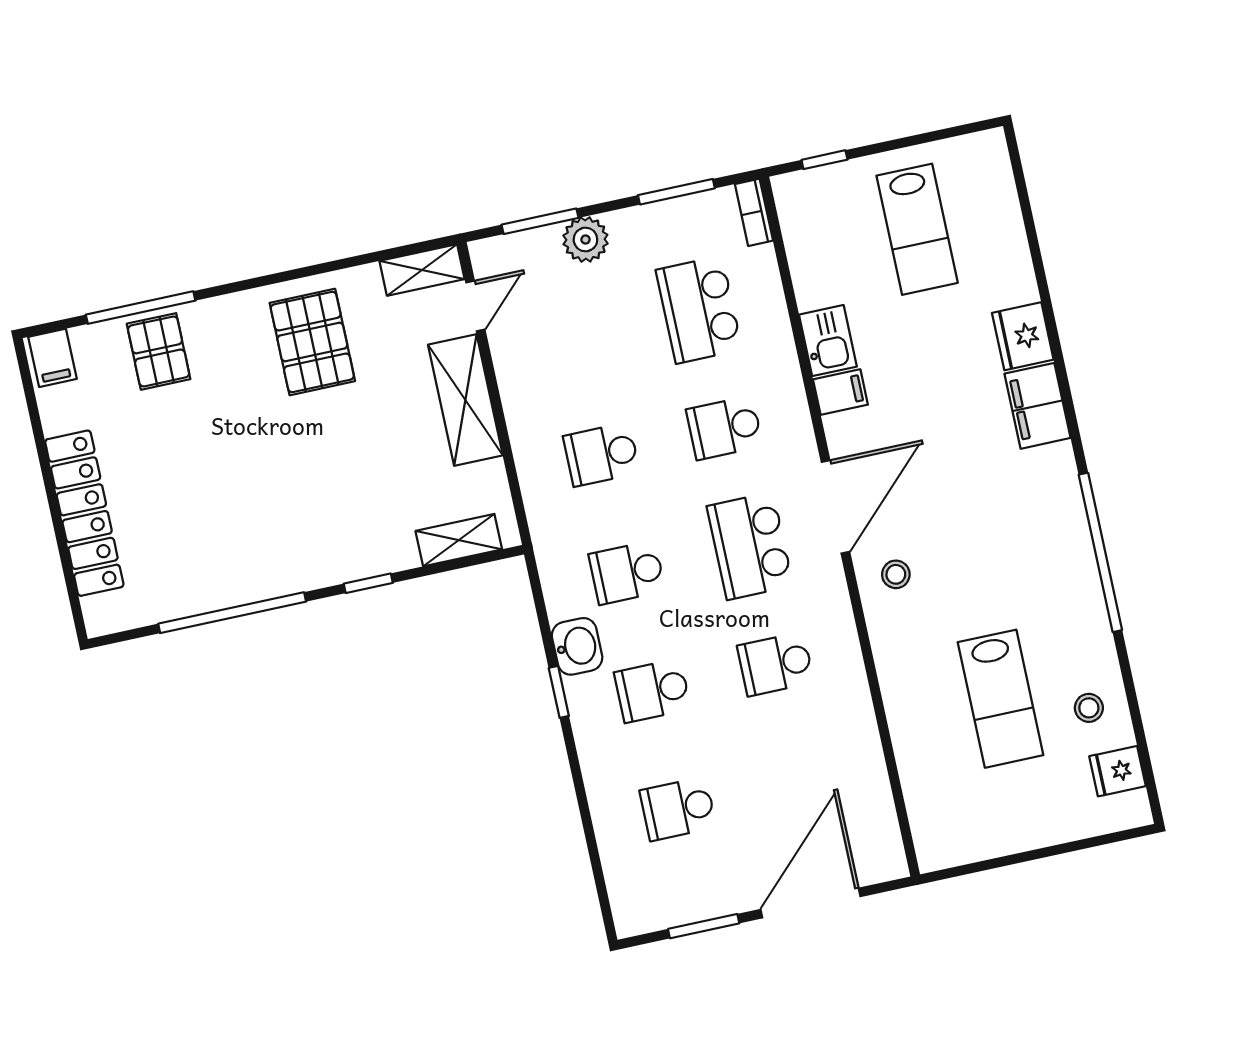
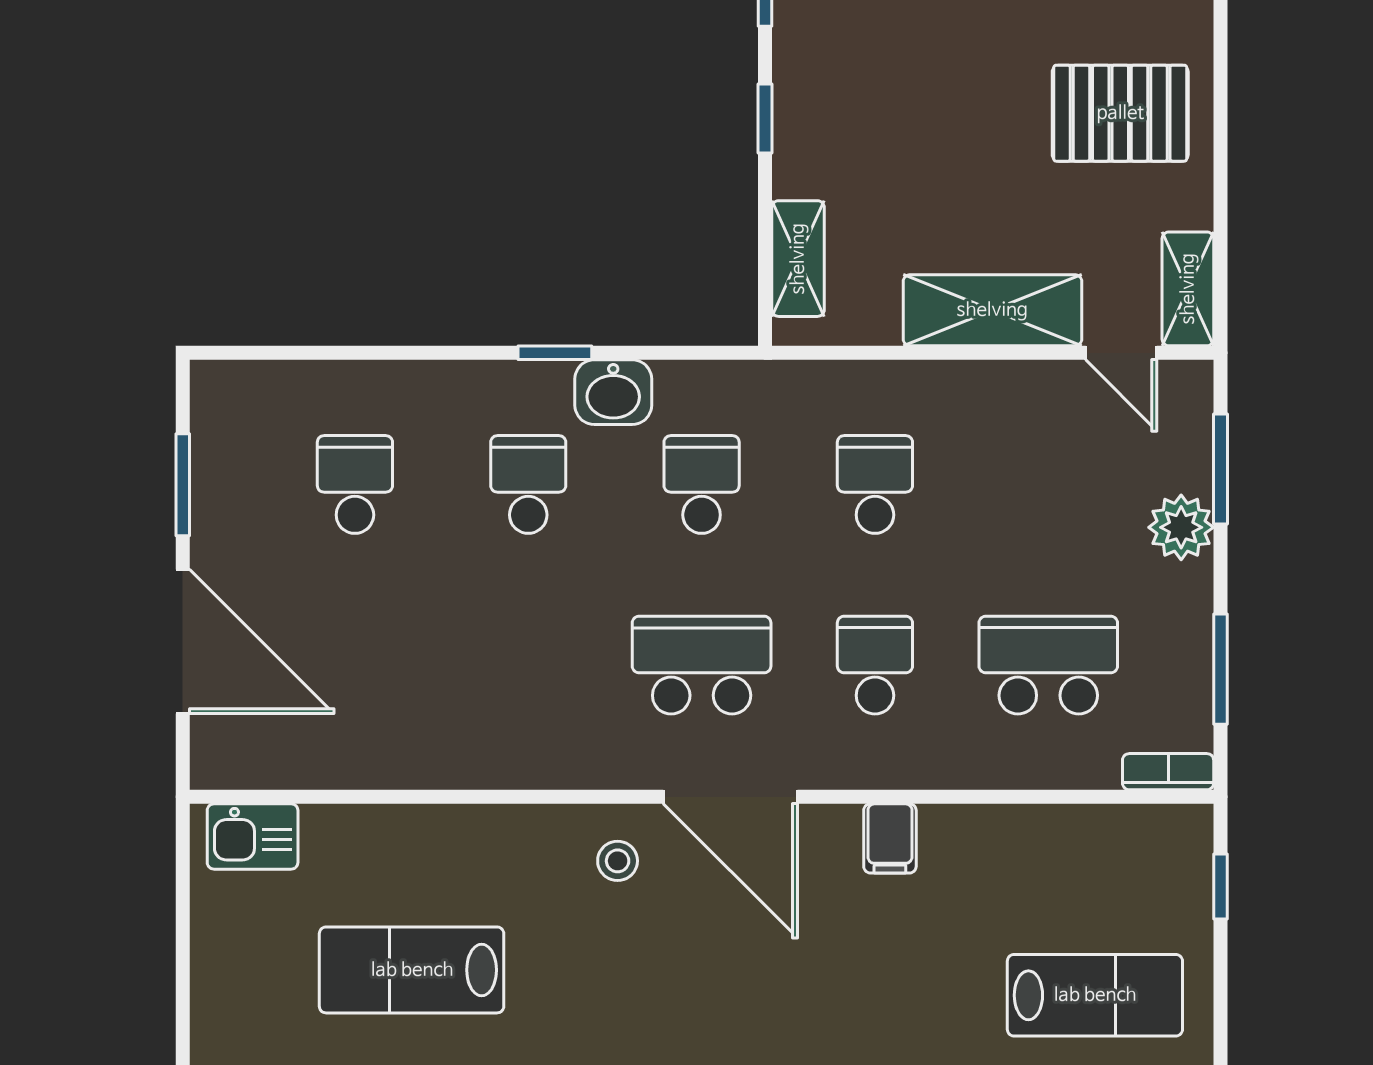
lab bench: (917, 229) -> (1095, 995), turned 180
kitchen sink: (828, 341) -> (253, 836), moved
school desk: (776, 664) -> (528, 665), removed

